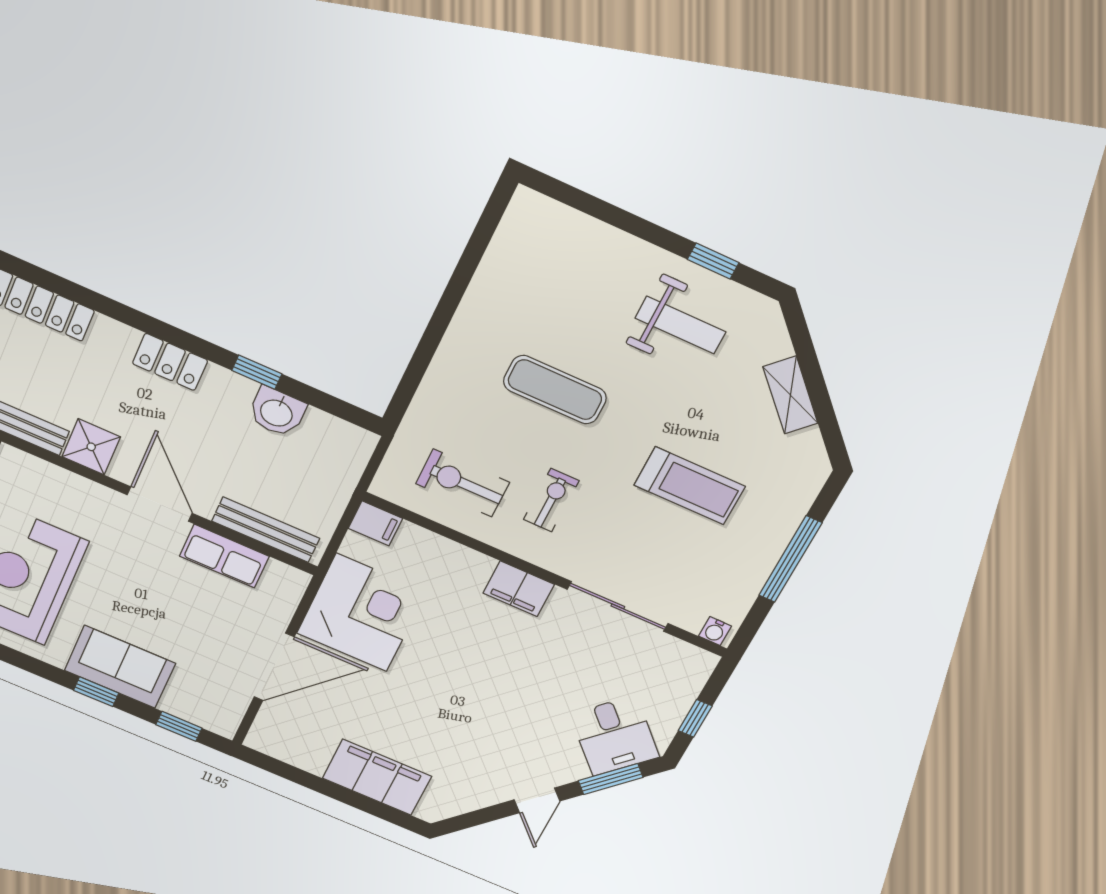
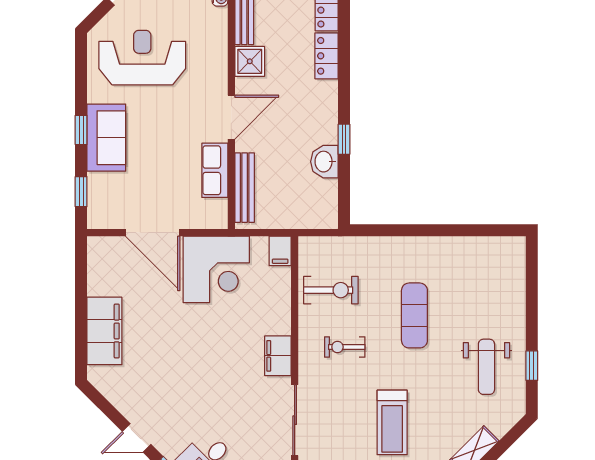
locker: (170, 362) -> (327, 56), moved
exercise bike: (463, 483) -> (331, 290), turned 90
exercise bike: (551, 500) -> (345, 347), turned 180

